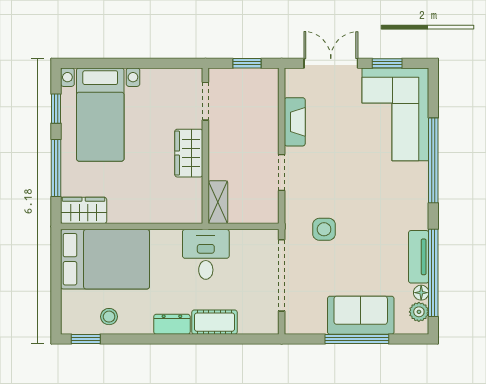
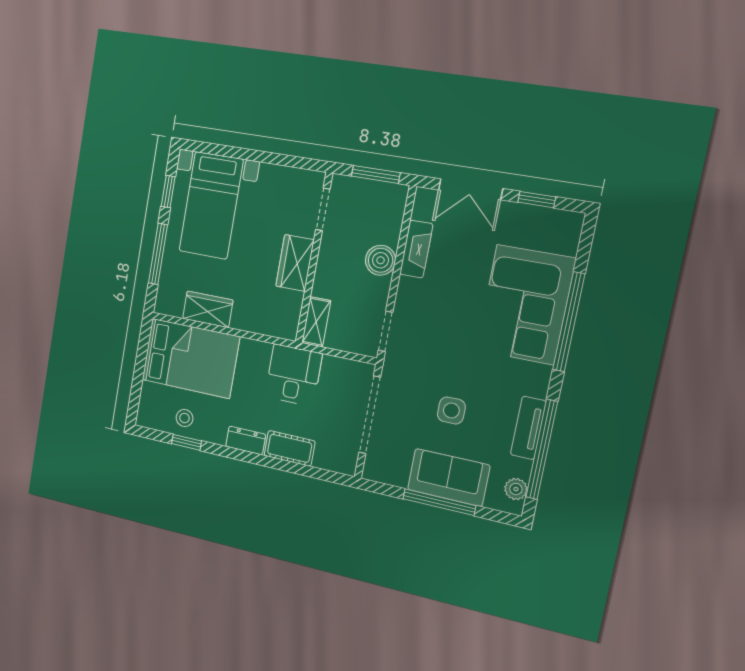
window: (247, 63) -> (376, 174), width x1.50
double door: (331, 63) -> (470, 189), swing flipped
corner sofa: (395, 114) -> (525, 305), moved
boiler: (265, 137) -> (381, 260), added
doorway: (282, 172) -> (386, 331), moved
wardrobe: (84, 210) -> (208, 309), moved
side table: (324, 229) -> (451, 410), moved
floor lamp: (421, 293) -> (523, 468), removed
window: (86, 339) -> (187, 442), moved

